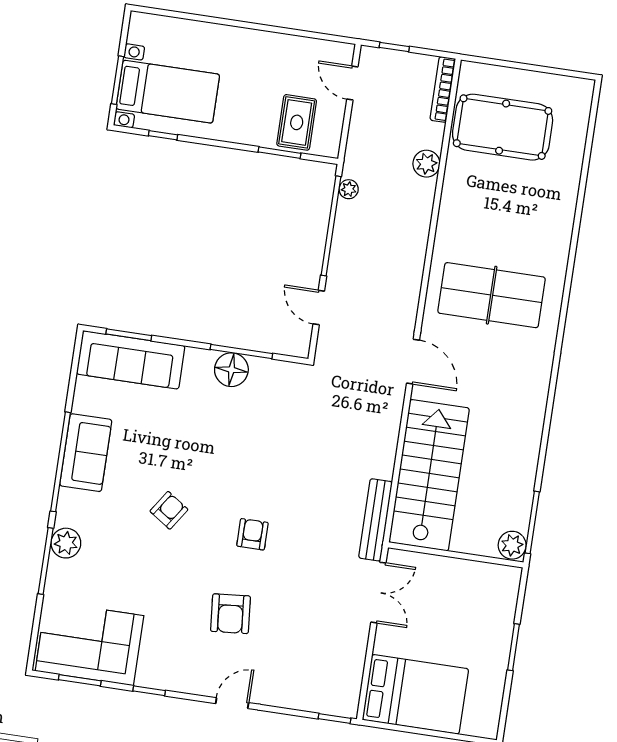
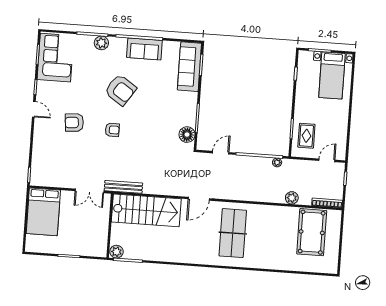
bed with nightstands: (168, 92) -> (332, 75), moved
rug: (297, 122) -> (306, 136), turned 90
floor lamp: (231, 370) -> (187, 135), moved
armchair: (169, 510) -> (120, 90), width x1.88, depth x1.88
door: (232, 703) -> (34, 109), moved

